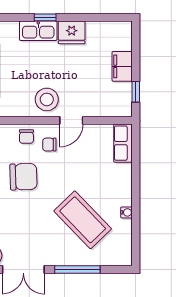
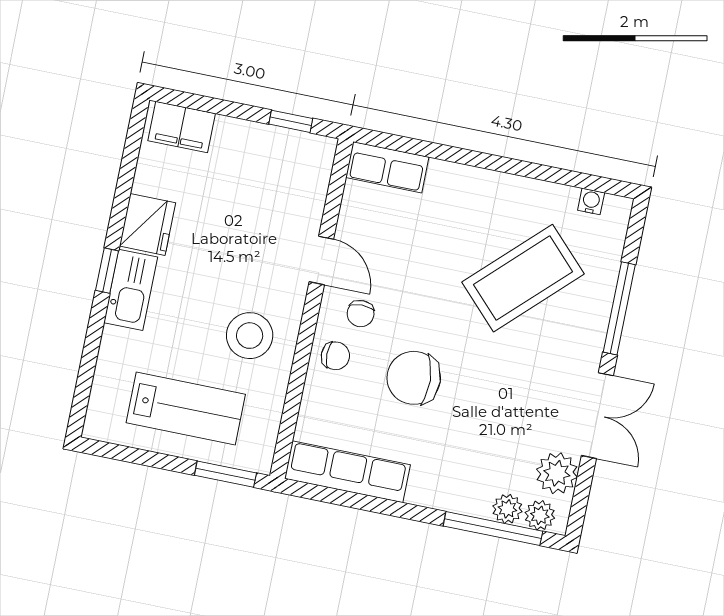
filing cabinet: (122, 66) -> (182, 127), moved
stool: (47, 99) -> (250, 336), moved
chair: (23, 177) -> (414, 378), turned -91
water cooler: (127, 212) -> (591, 201), moved

